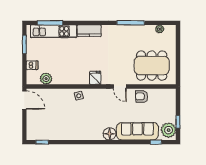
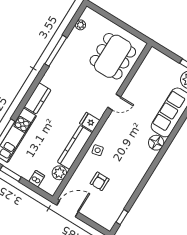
kitchen counter: (71, 78) -> (75, 147), added
armchair: (142, 96) -> (100, 181), moved

